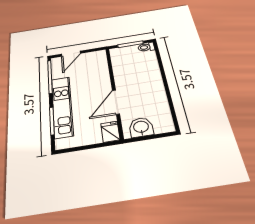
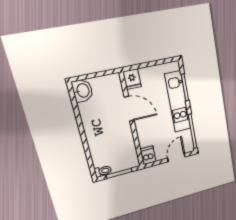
dishwasher: (100, 58) -> (148, 155), added
door: (116, 102) -> (129, 109), hinge flipped
washbasin: (141, 127) -> (83, 91), moved, turned -90

